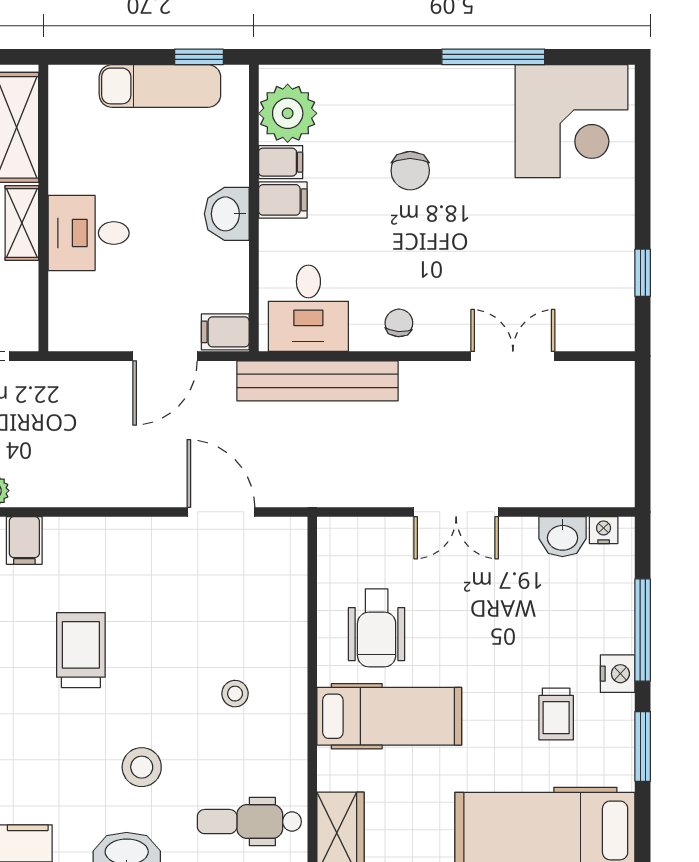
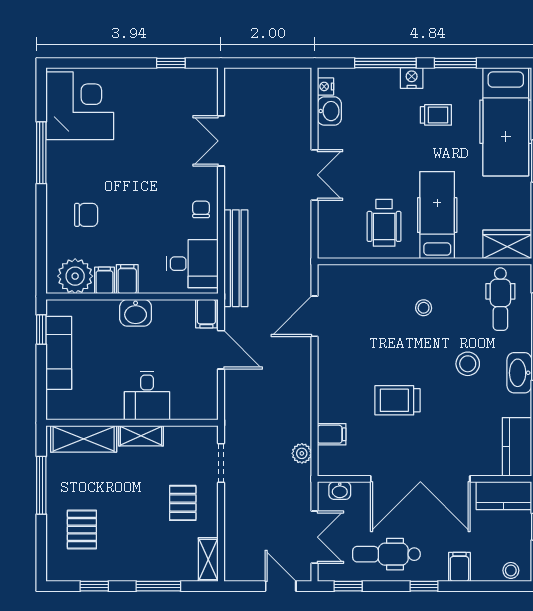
chair: (410, 171) -> (86, 215), moved
chair: (399, 323) -> (201, 209), turned 86
wheelchair: (377, 628) -> (384, 223), turned 90

